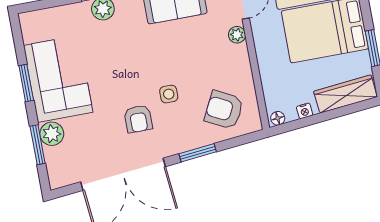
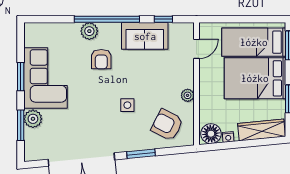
plant: (237, 35) -> (188, 95), moved
floor lamp: (278, 118) -> (211, 134), width x1.89, depth x1.89
armchair: (138, 119) -> (101, 59), moved

